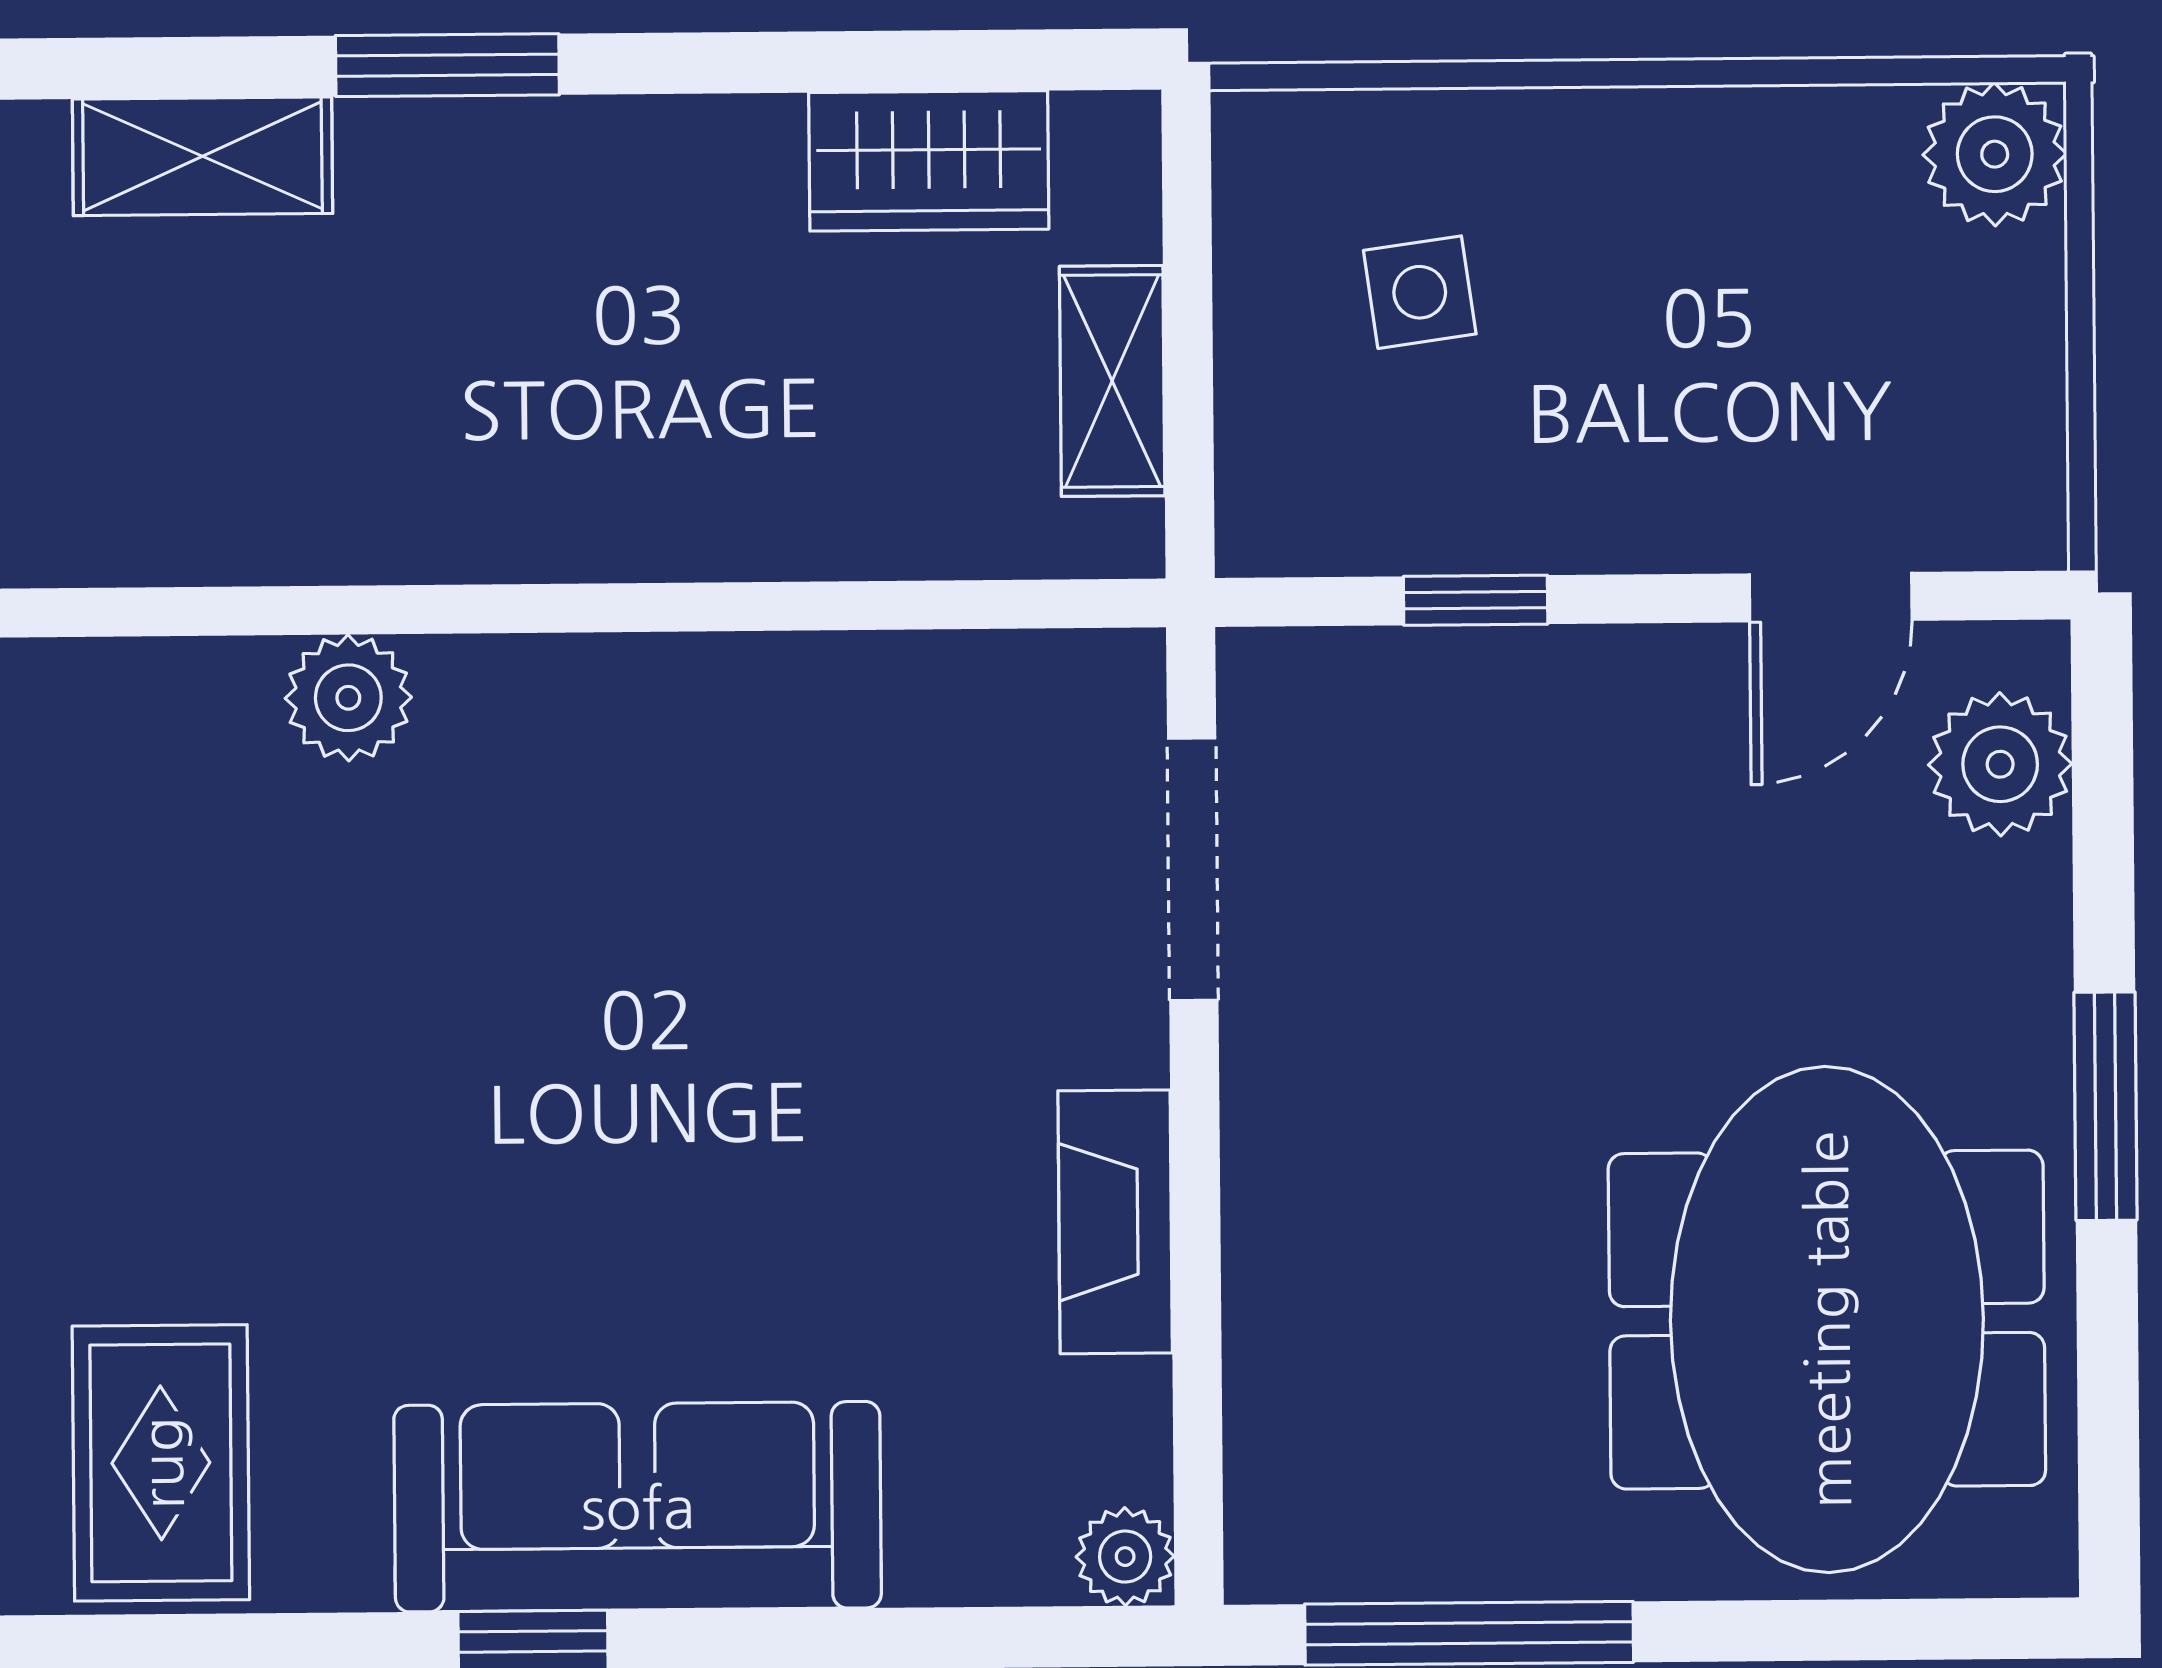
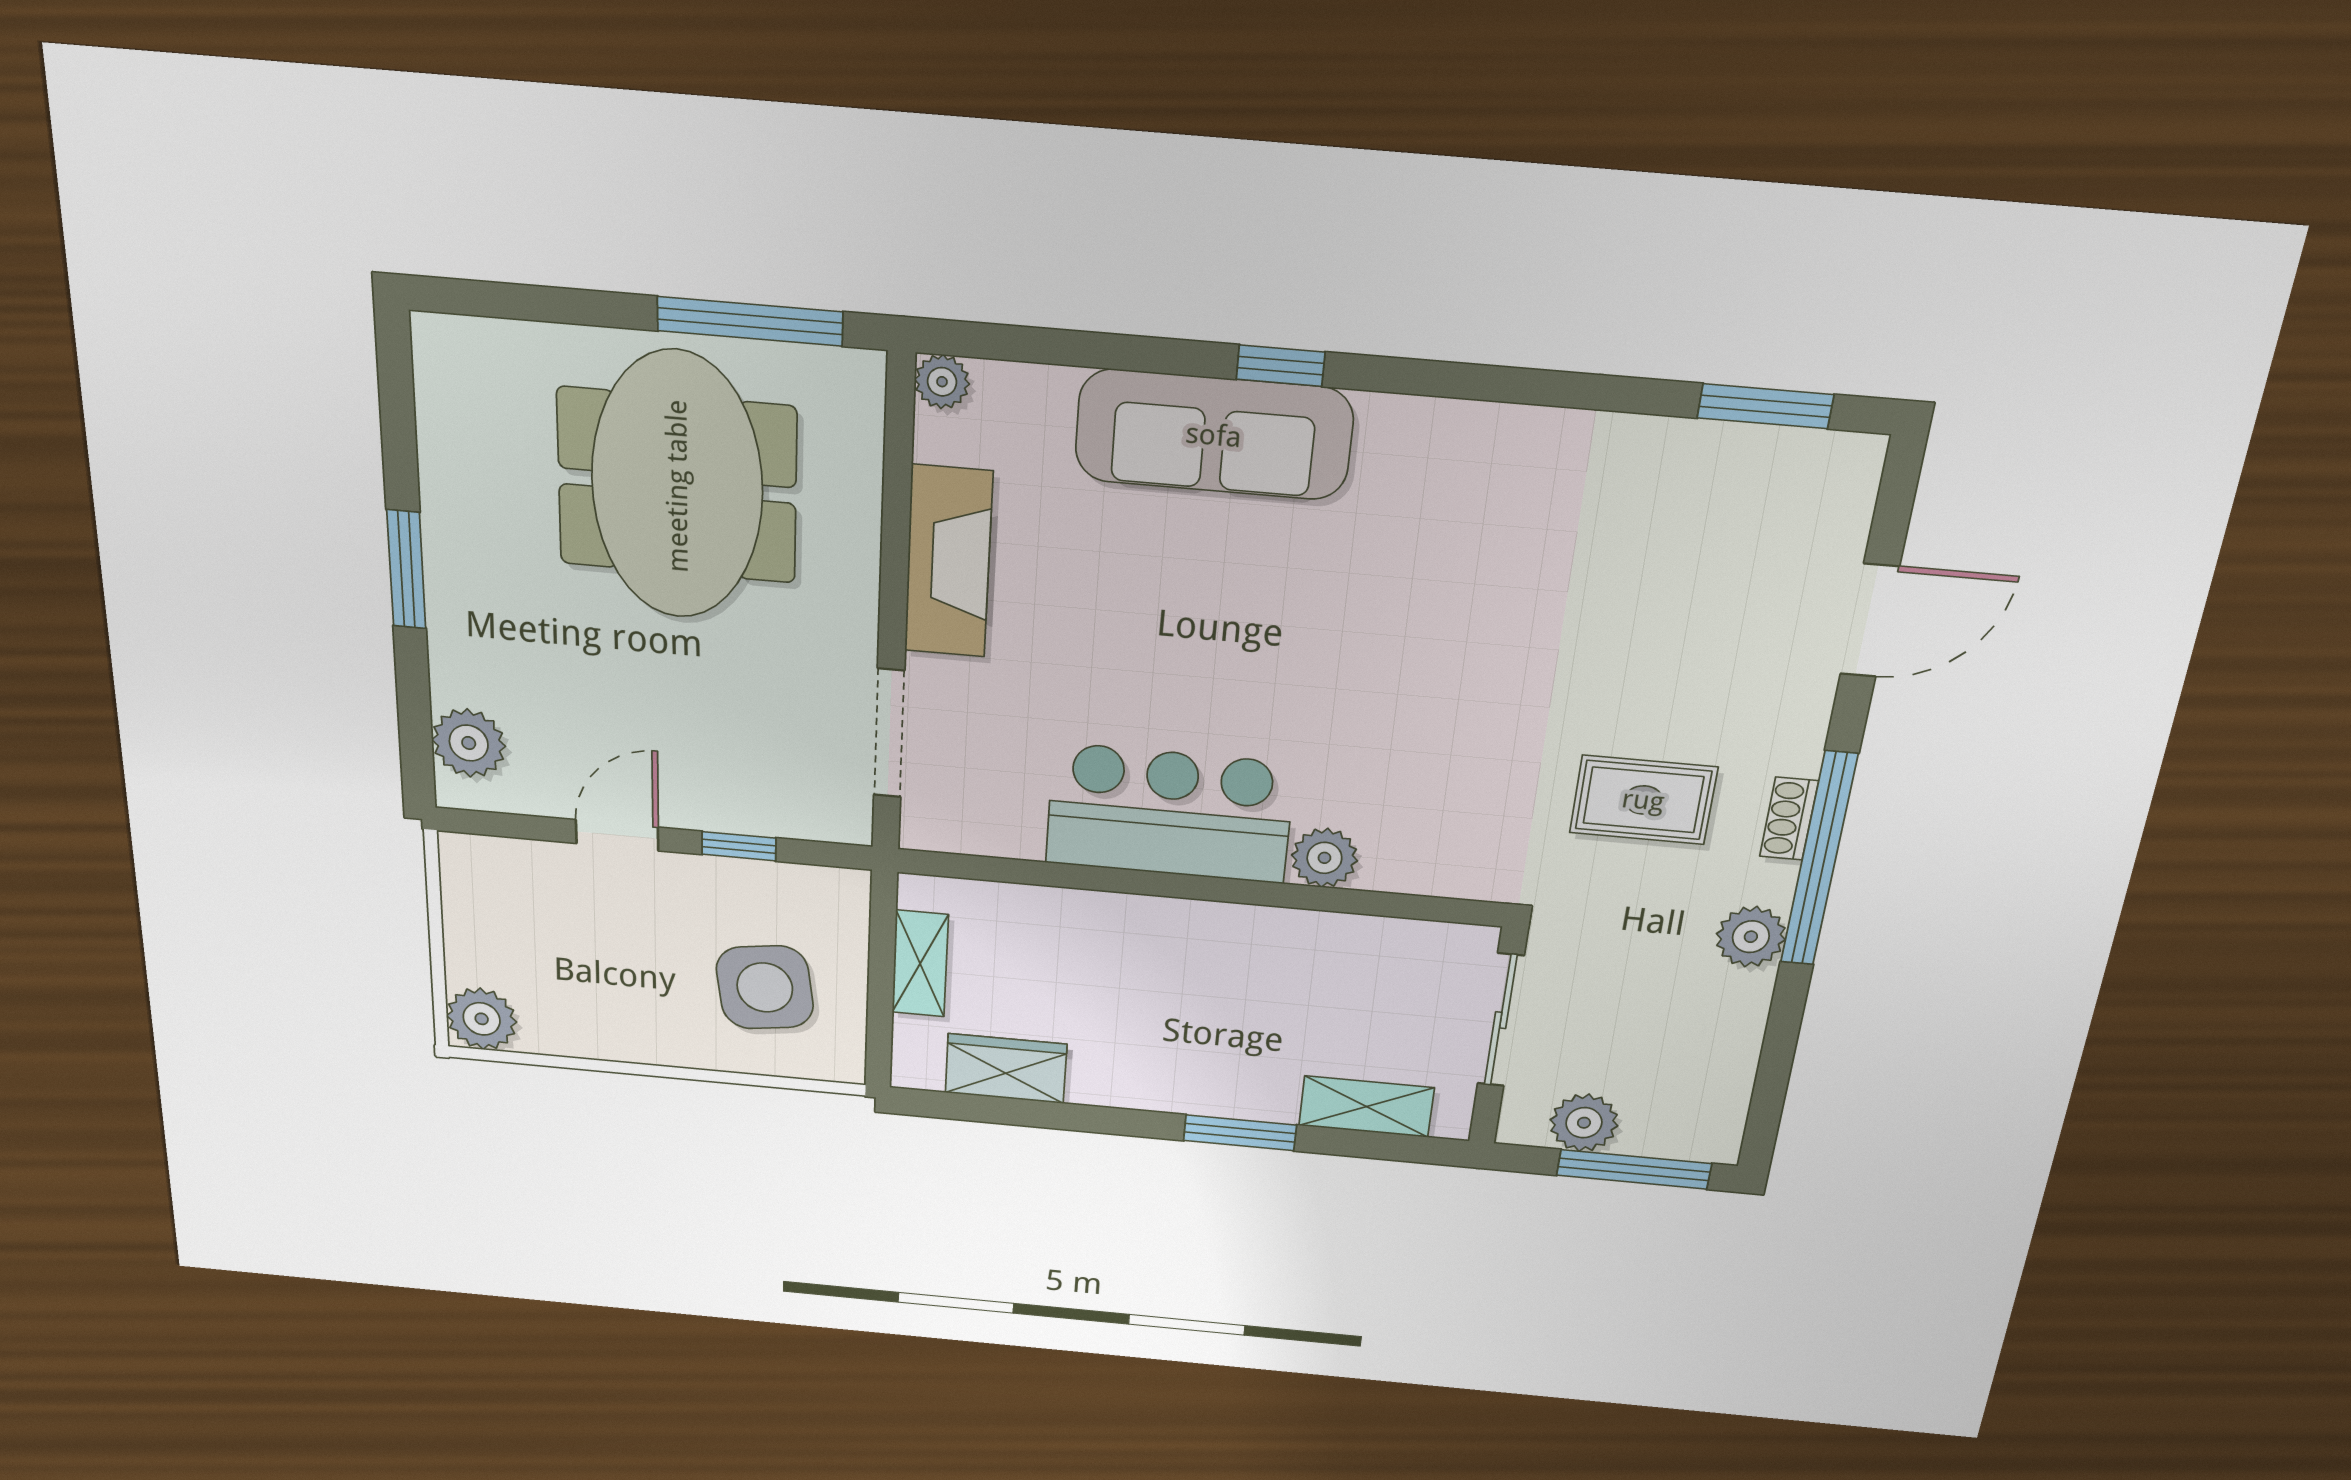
side table: (1420, 292) -> (765, 987), width x1.87, depth x1.87
door: (1831, 597) -> (617, 835), moved
bar counter: (651, 759) -> (1169, 813), added
fireplace: (1115, 1222) -> (948, 562), width x1.37, depth x1.32
meeting table: (1827, 1320) -> (677, 486), moved
rug: (161, 1463) -> (1479, 483), removed

